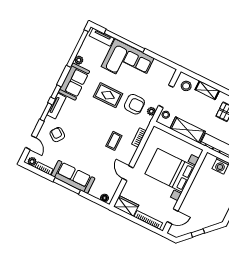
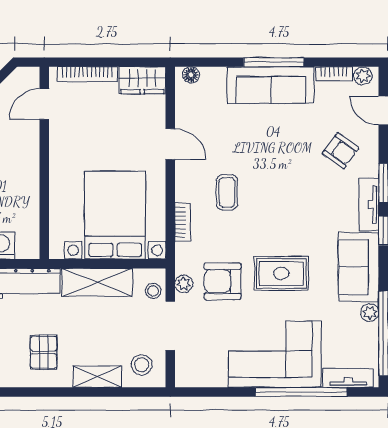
bed with nightstands: (170, 170) -> (115, 215), moved, turned -90

